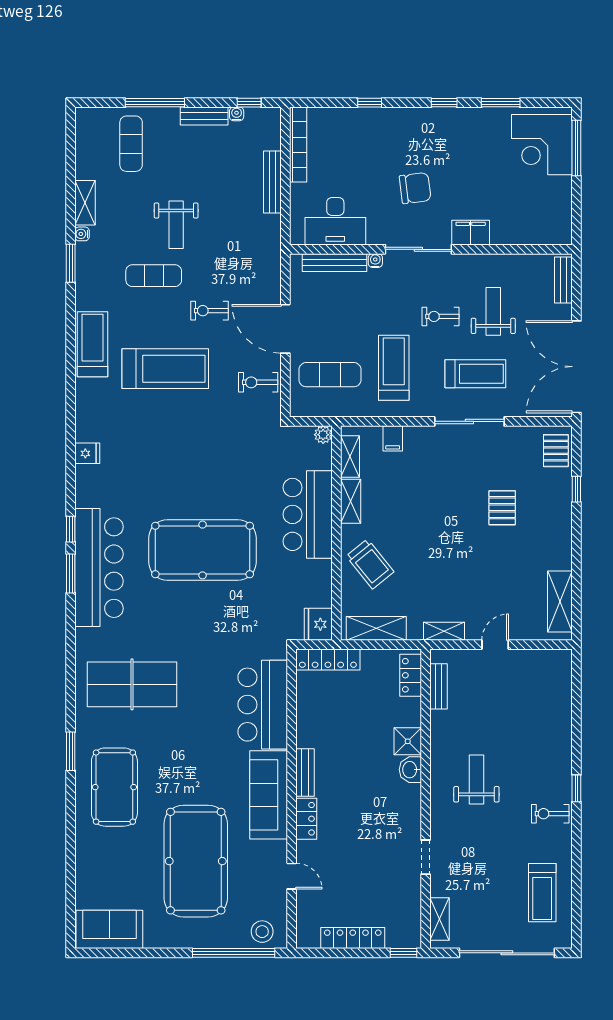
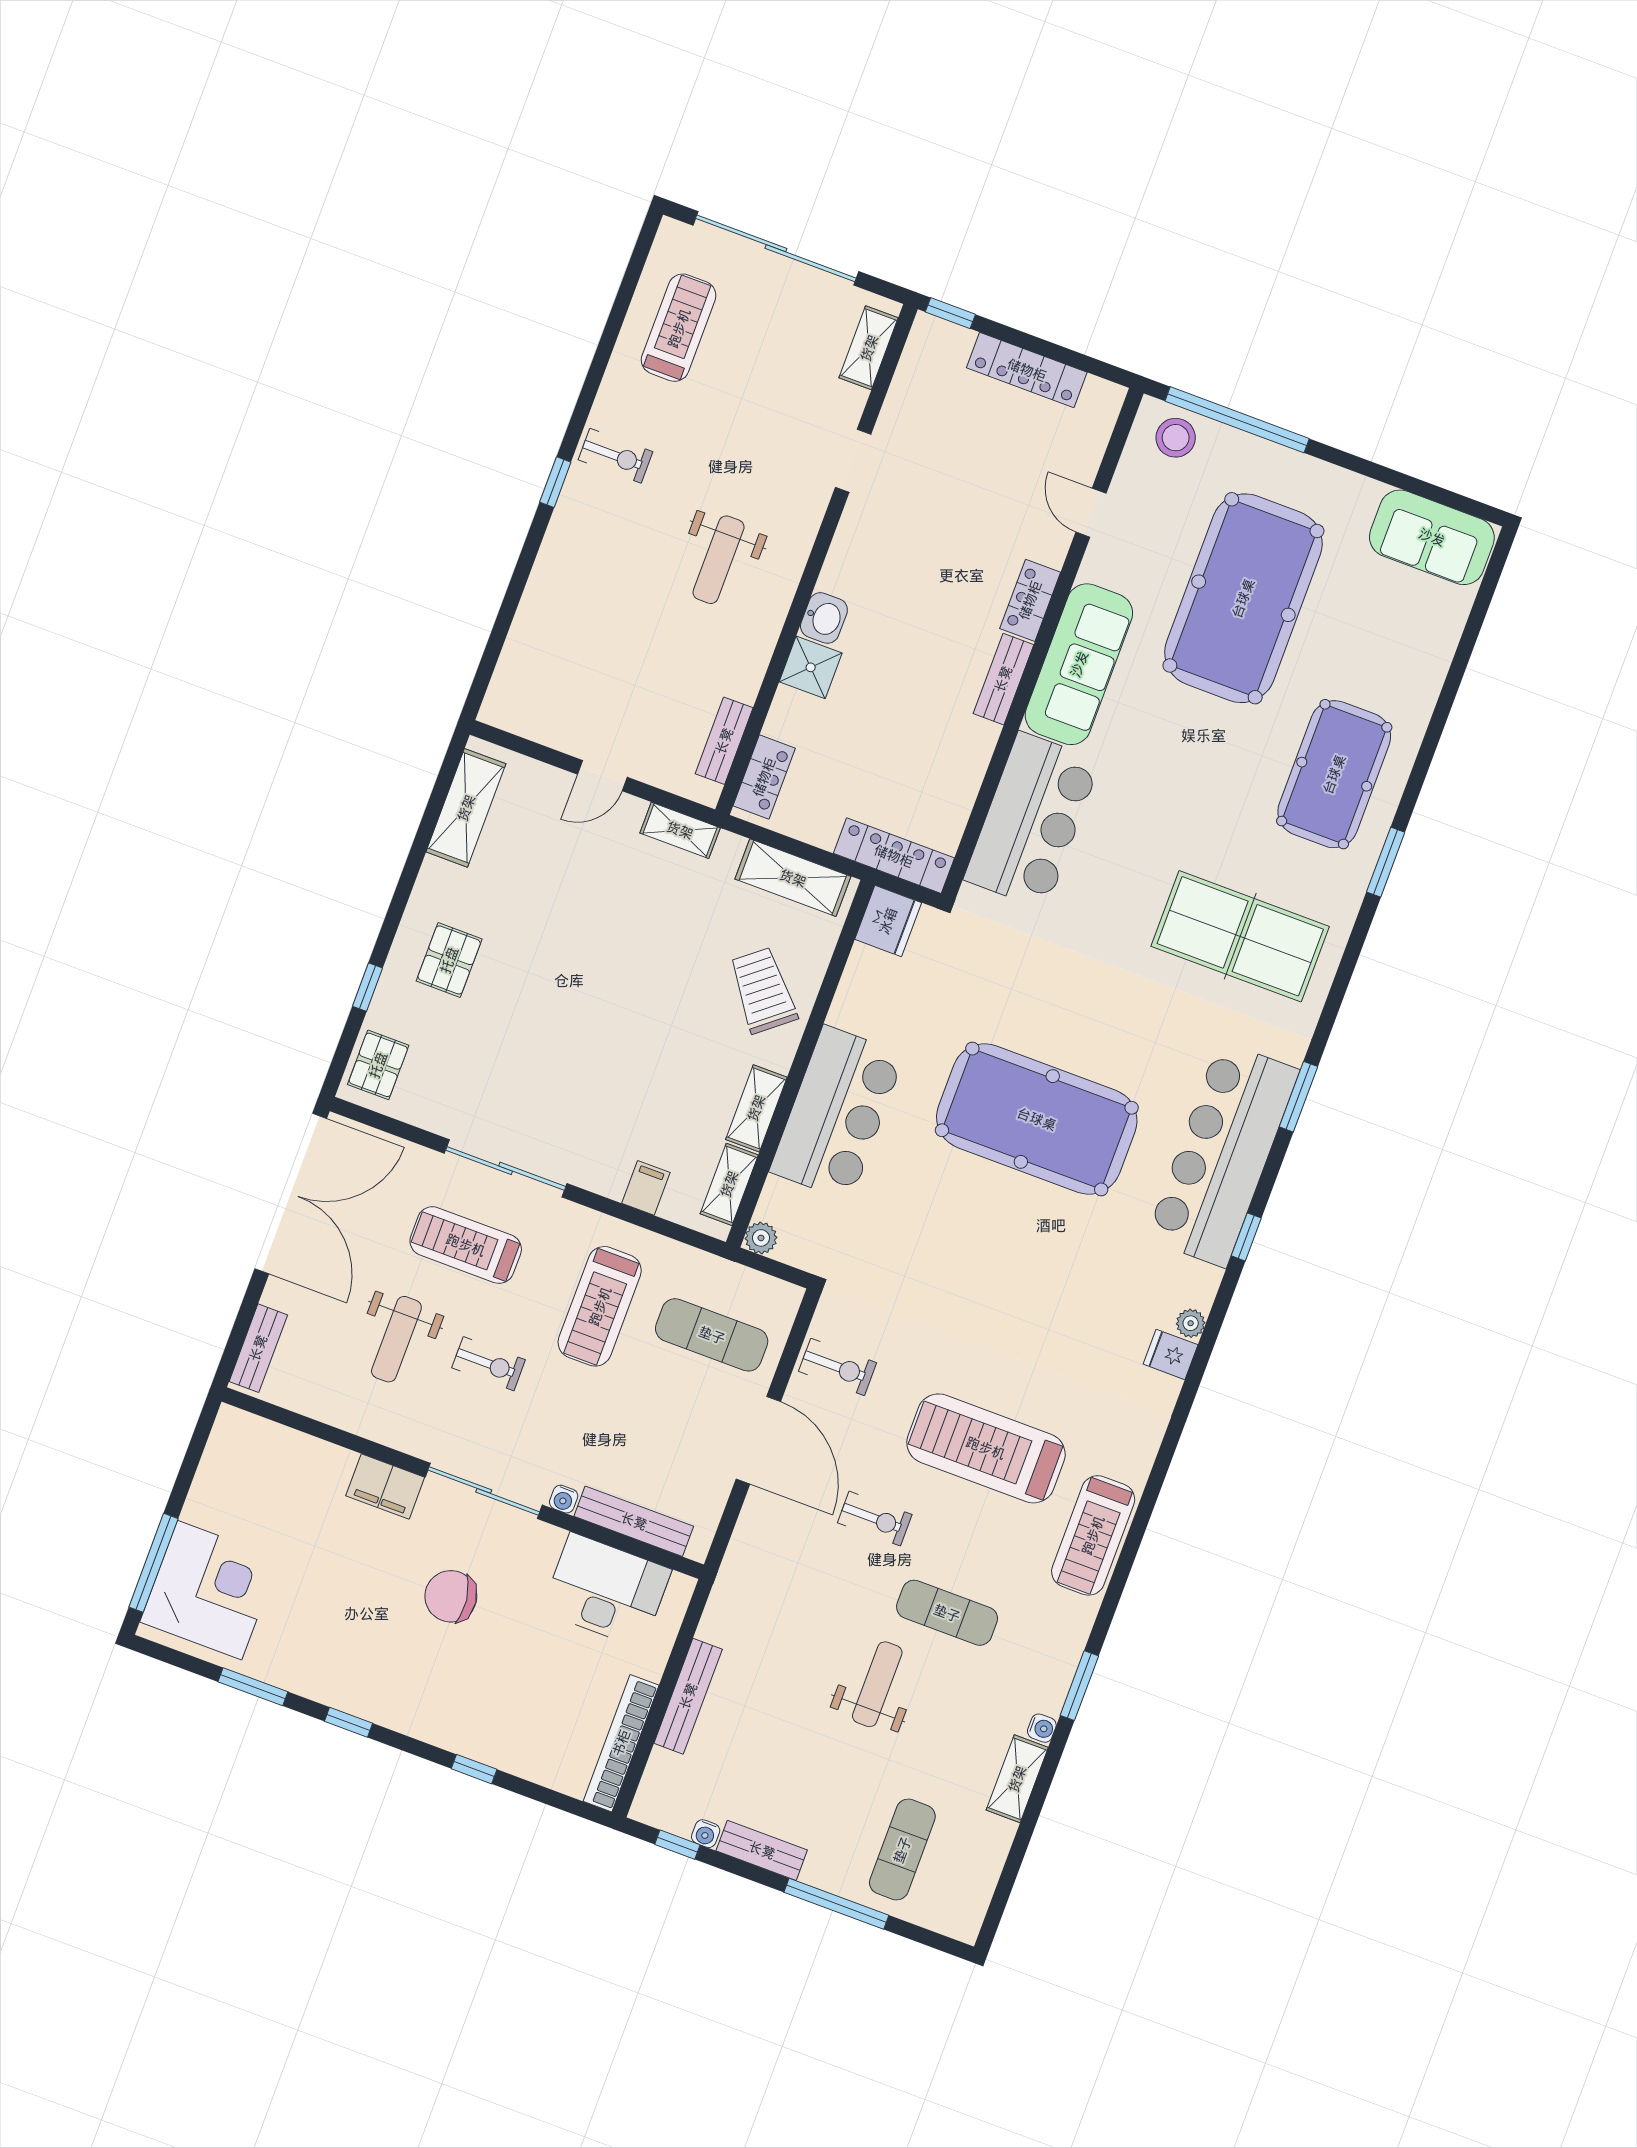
plant: (83, 473) -> (1191, 1323), added
pallet: (502, 508) -> (449, 960), moved
window: (71, 573) -> (1298, 1097), moved

